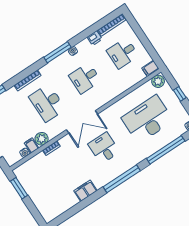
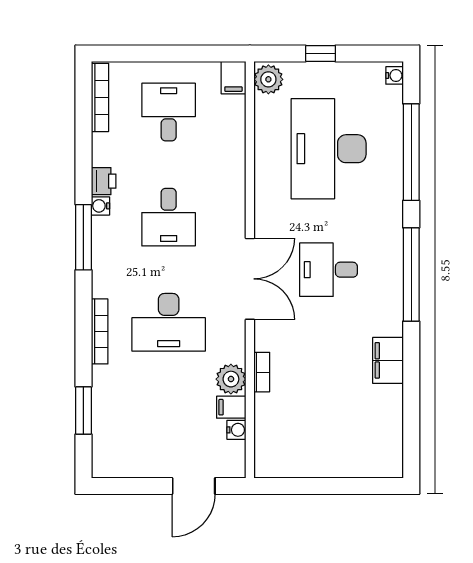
printer: (95, 38) -> (104, 181), moved
desk: (123, 53) -> (169, 112), turned 180
window: (19, 188) -> (298, 486), removed

